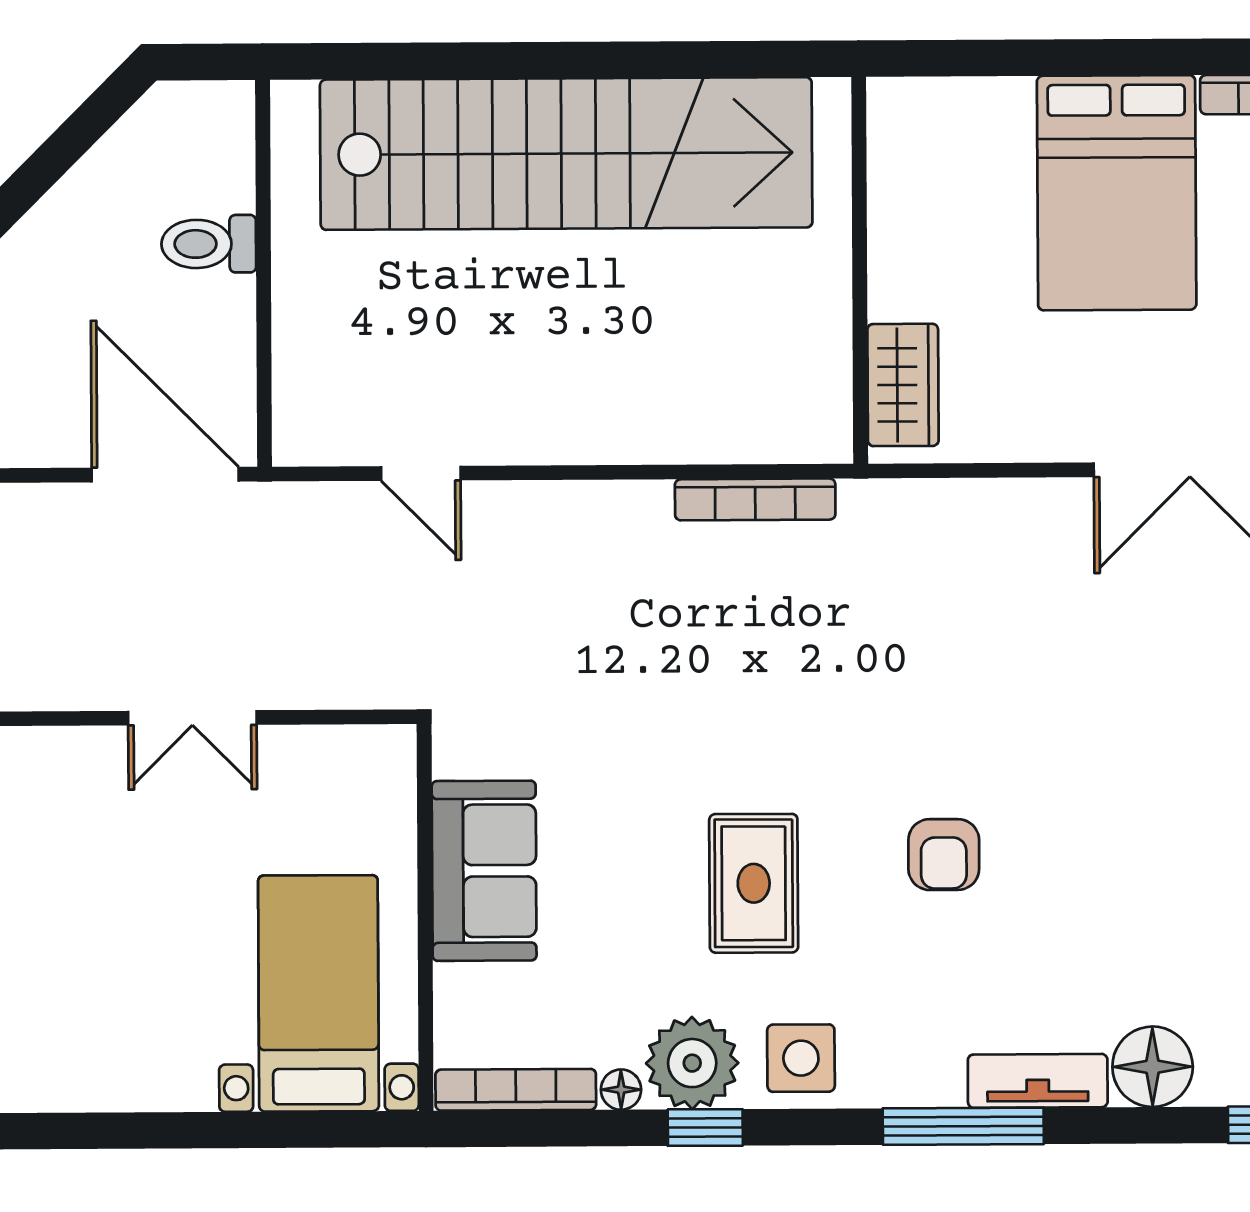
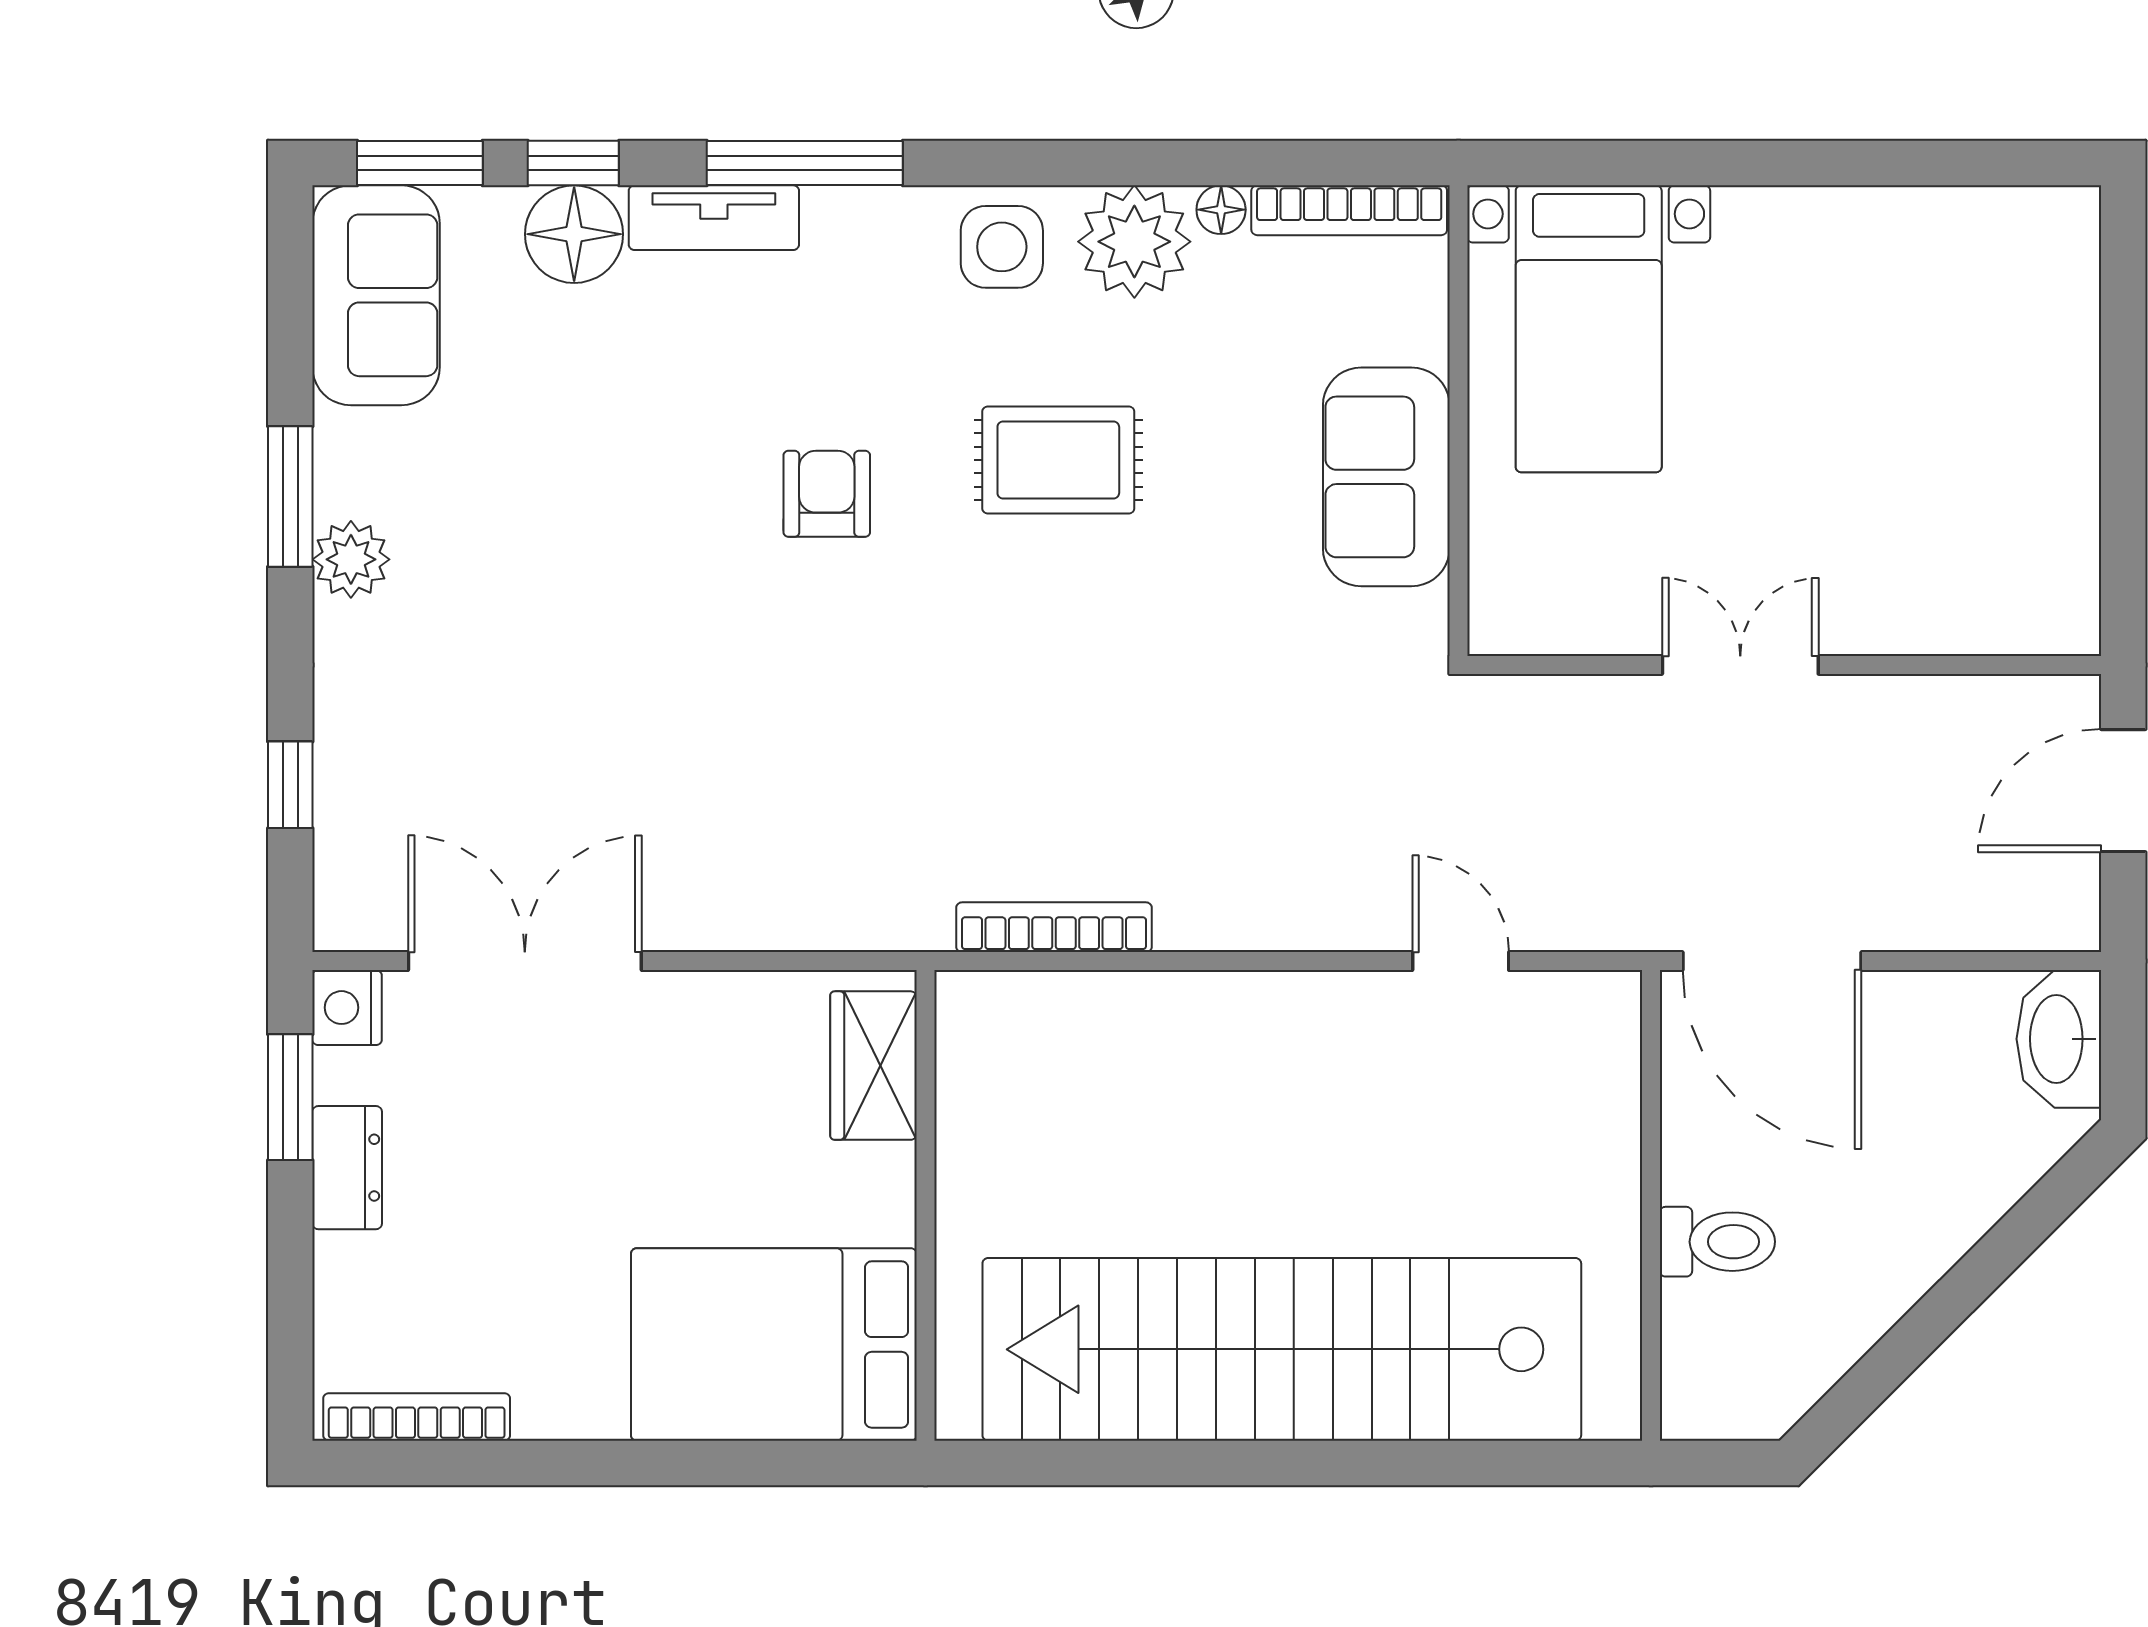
bed: (1117, 193) -> (774, 1344), moved, turned -90
rug: (754, 883) -> (1058, 460), turned 90
window: (705, 1128) -> (573, 163), moved

